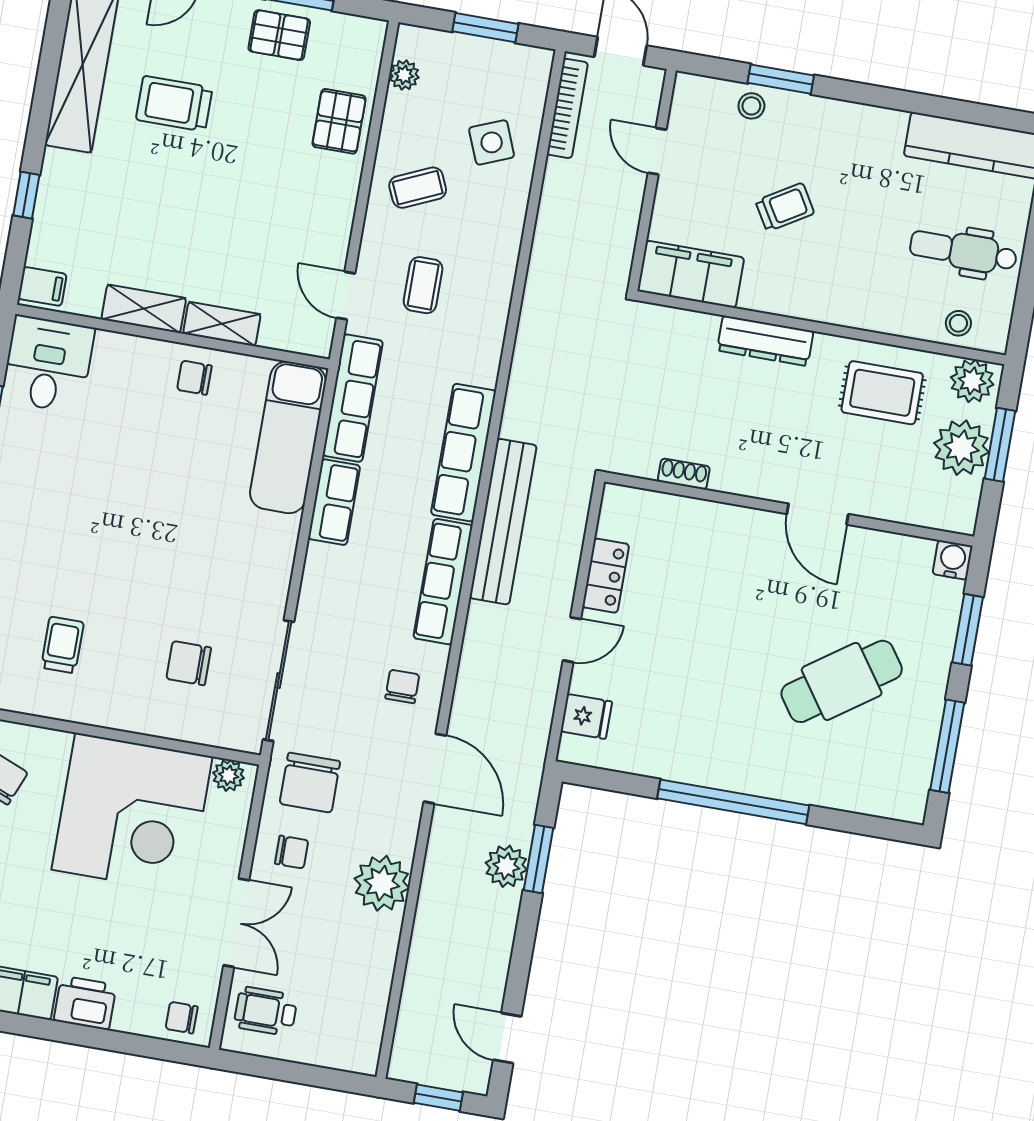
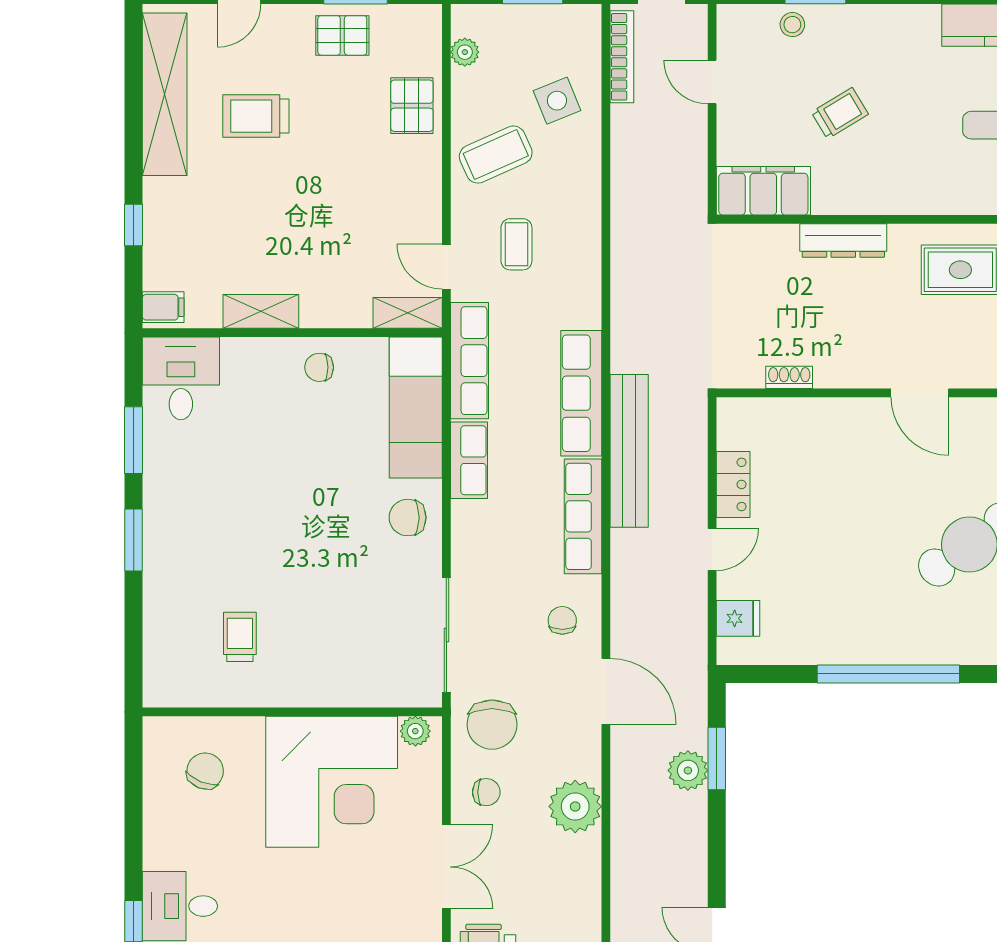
coffee table: (418, 188) -> (496, 155), width x1.36, depth x1.30
shelving: (222, 324) -> (408, 313), moved
chair: (189, 663) -> (408, 518), moved

